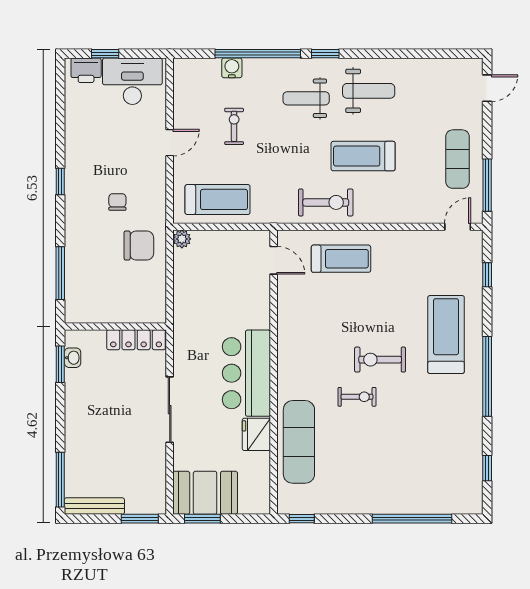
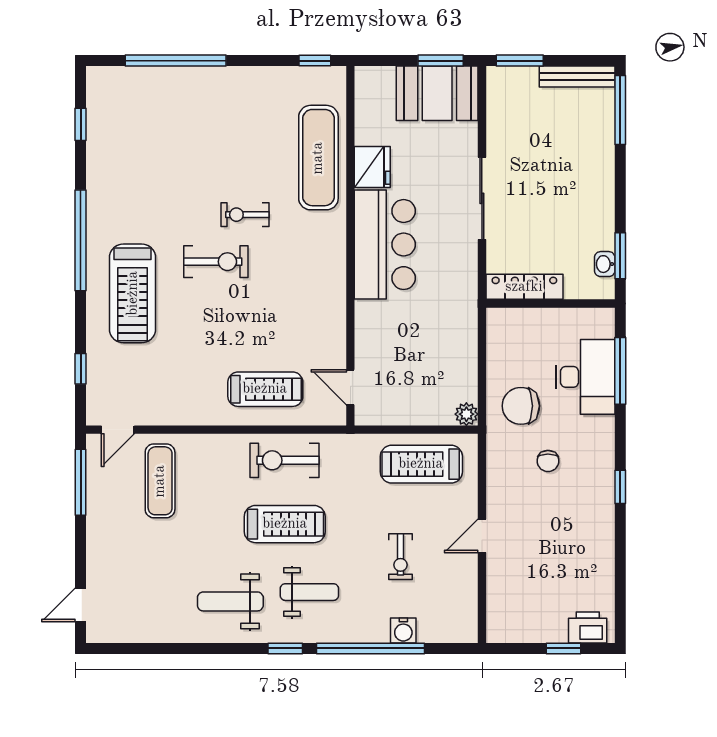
desk: (132, 81) -> (585, 377), moved, turned -90
treadmill: (363, 156) -> (285, 524), moved
exercise mat: (457, 159) -> (160, 481), moved
treadmill: (341, 259) -> (265, 389), turned 180

